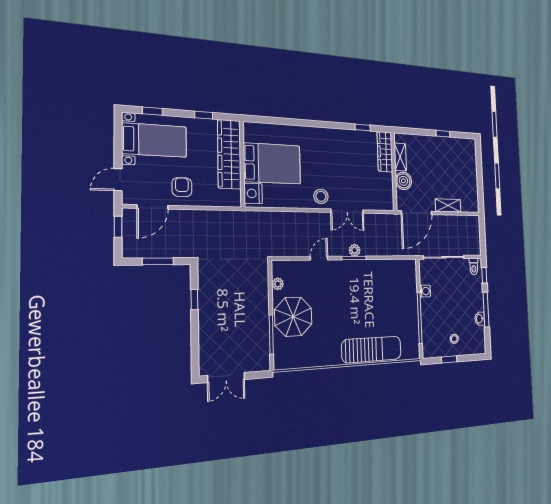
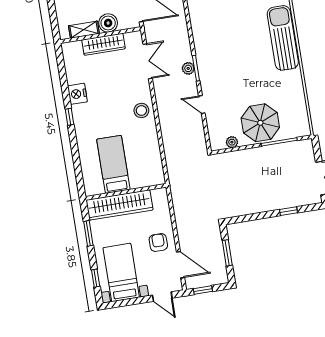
window: (204, 115) -> (88, 233), width x1.50
window: (363, 127) -> (69, 117), moved
wardrobe: (385, 152) -> (103, 44), moved
bed: (272, 164) -> (113, 164), width x0.67
armchair: (182, 187) -> (158, 242), turned 90
nightstand: (253, 193) -> (77, 94), moved, turned 90
double door: (347, 211) -> (148, 61), moved
window: (194, 300) -> (289, 211), moved

